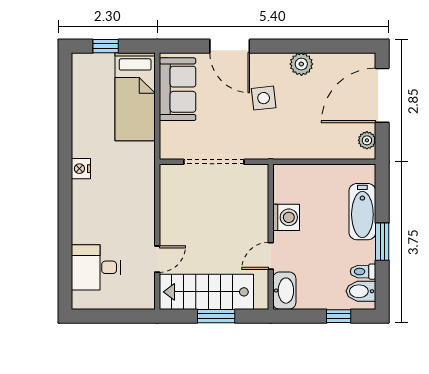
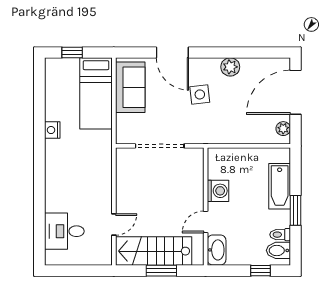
nightstand: (81, 169) -> (52, 130), moved

